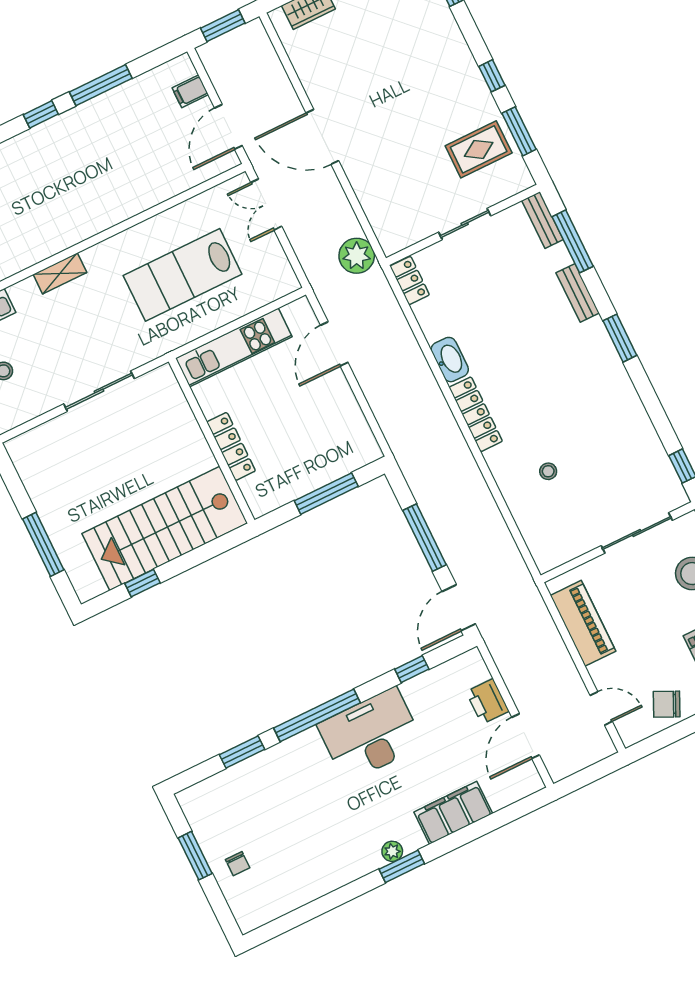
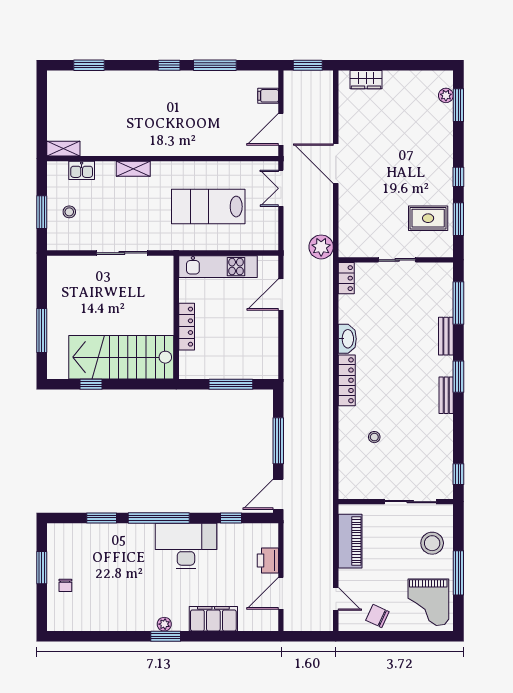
bench: (543, 220) -> (446, 395), moved

